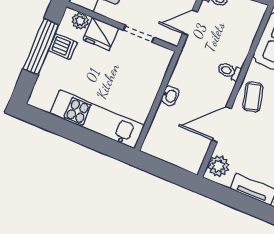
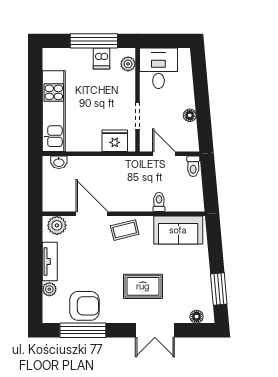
fridge: (101, 34) -> (115, 141), moved, turned 90
toilet: (229, 71) -> (159, 202), moved
washbasin: (170, 96) -> (59, 162), moved

